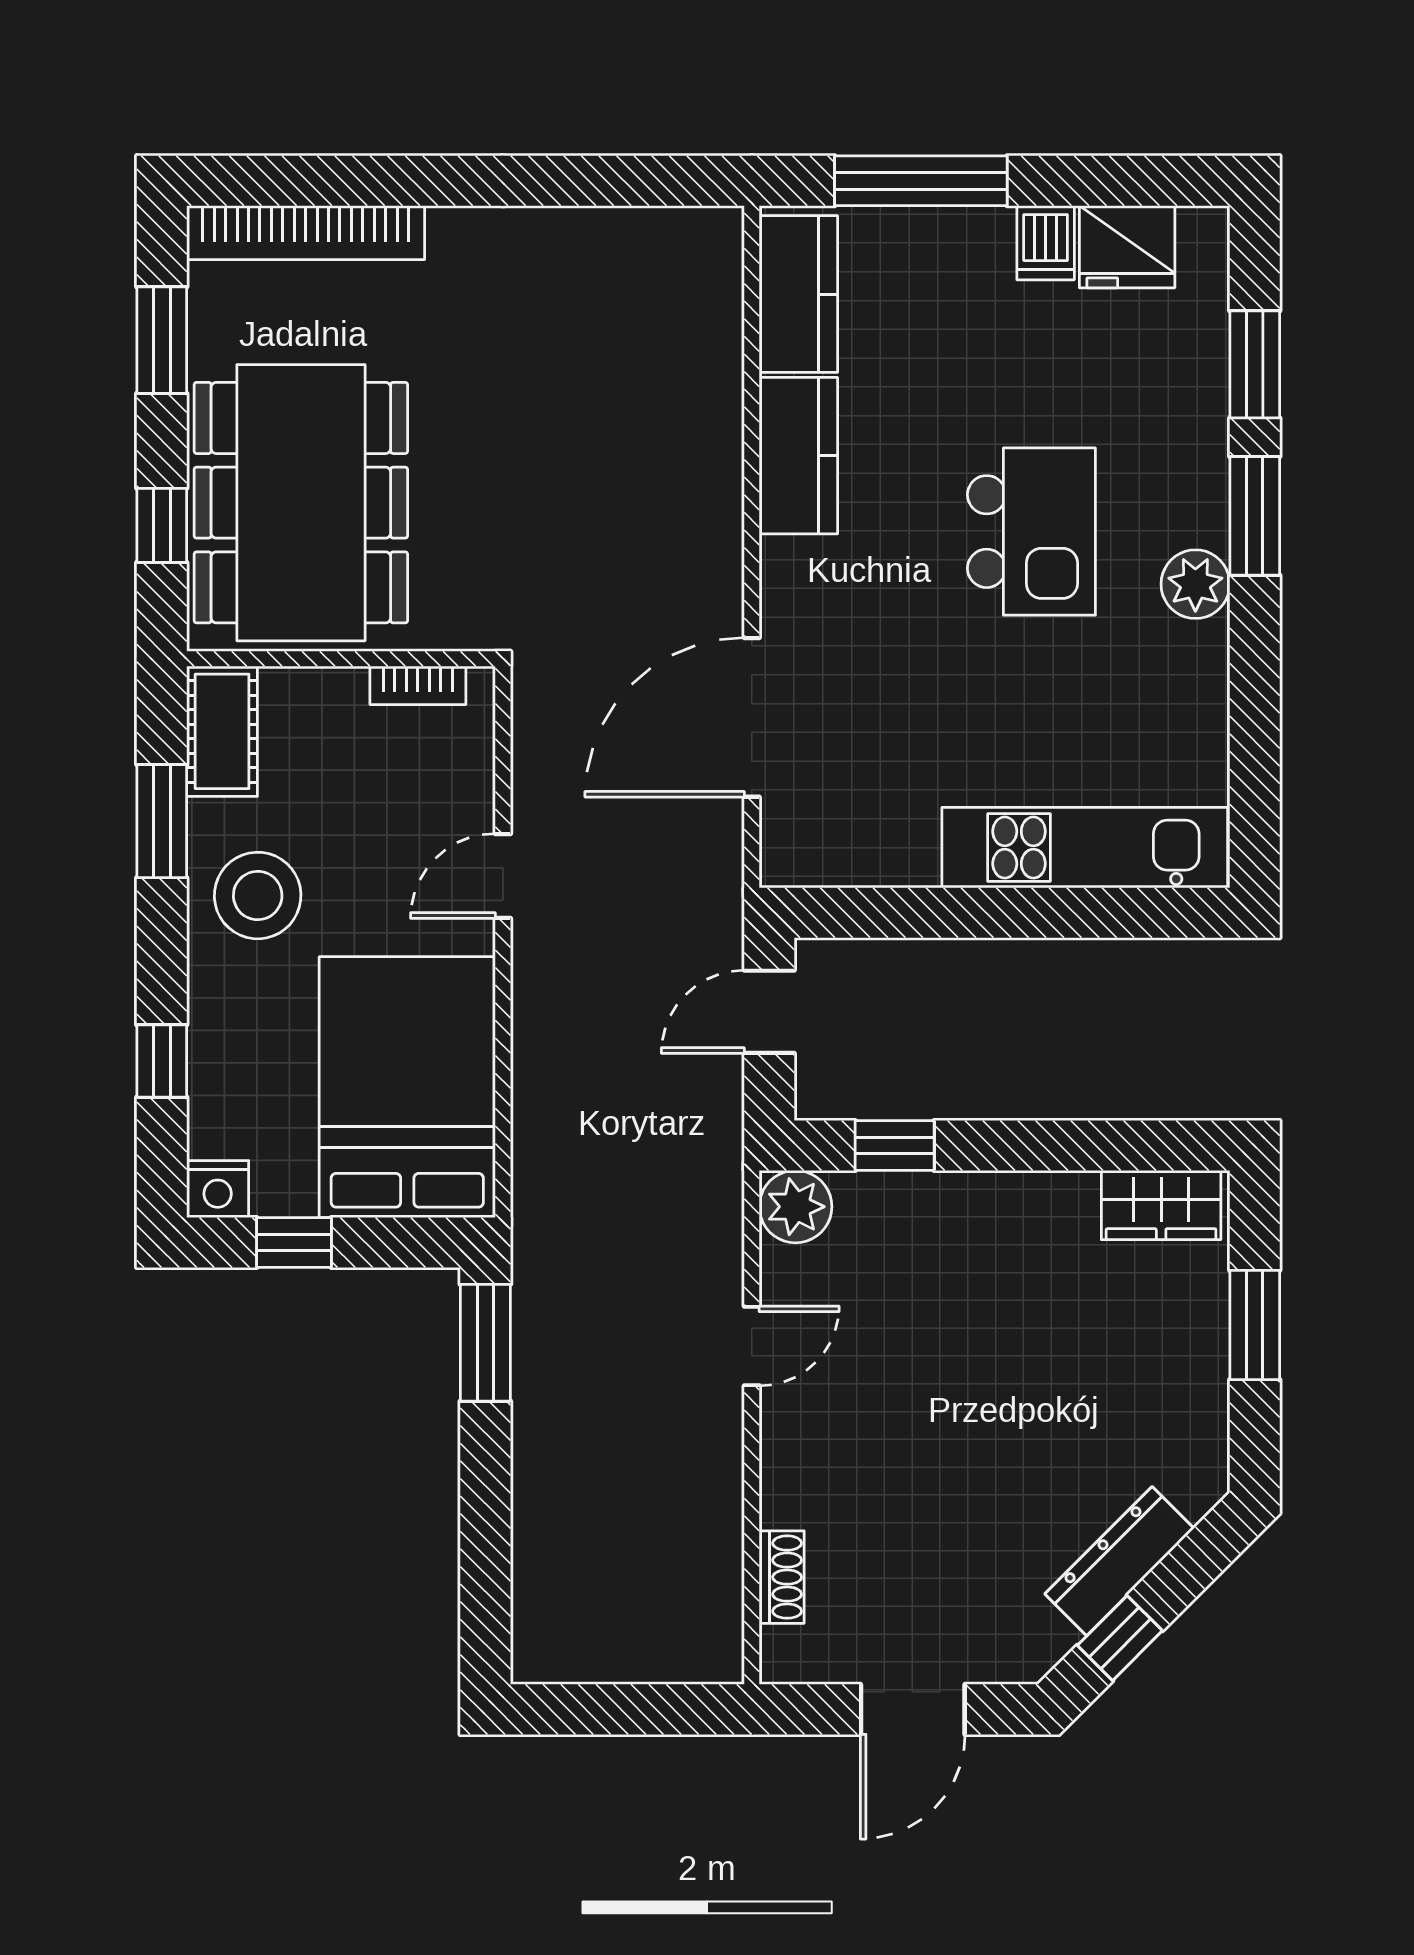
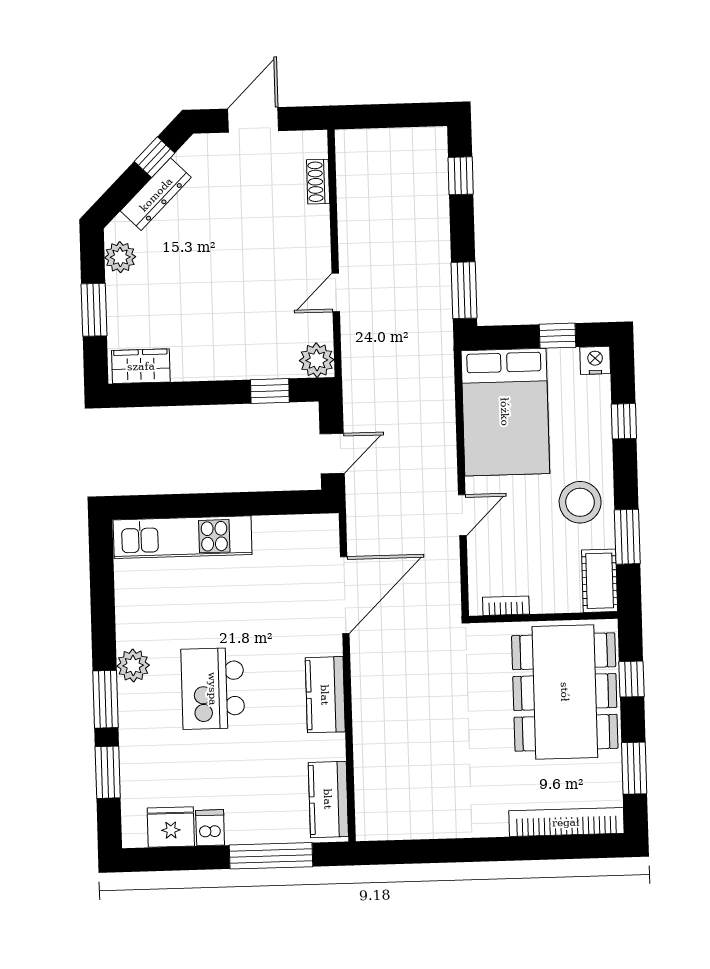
kitchen counter: (798, 456) -> (325, 695), moved
plant: (1197, 1433) -> (120, 257), added
window: (485, 1581) -> (461, 176), added

